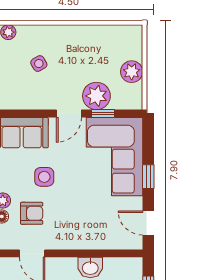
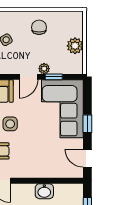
chair: (83, 47) -> (39, 27), added
plant: (96, 96) -> (44, 69), width x0.53, depth x0.53

